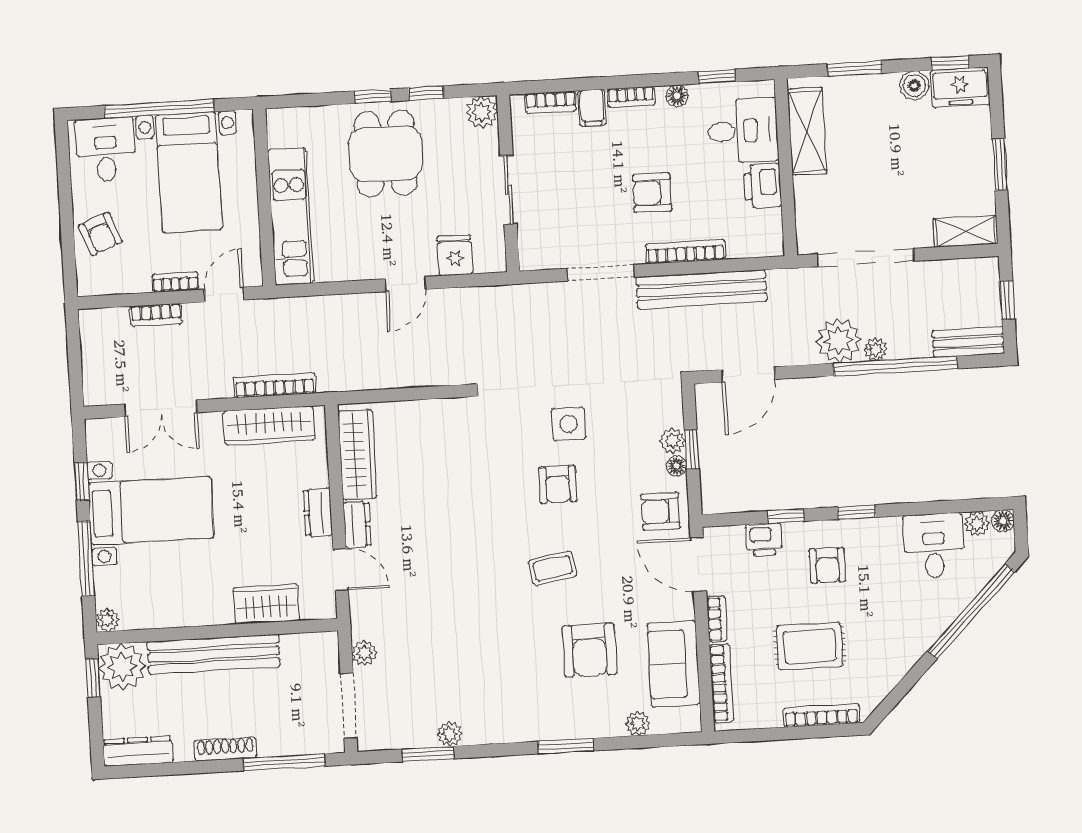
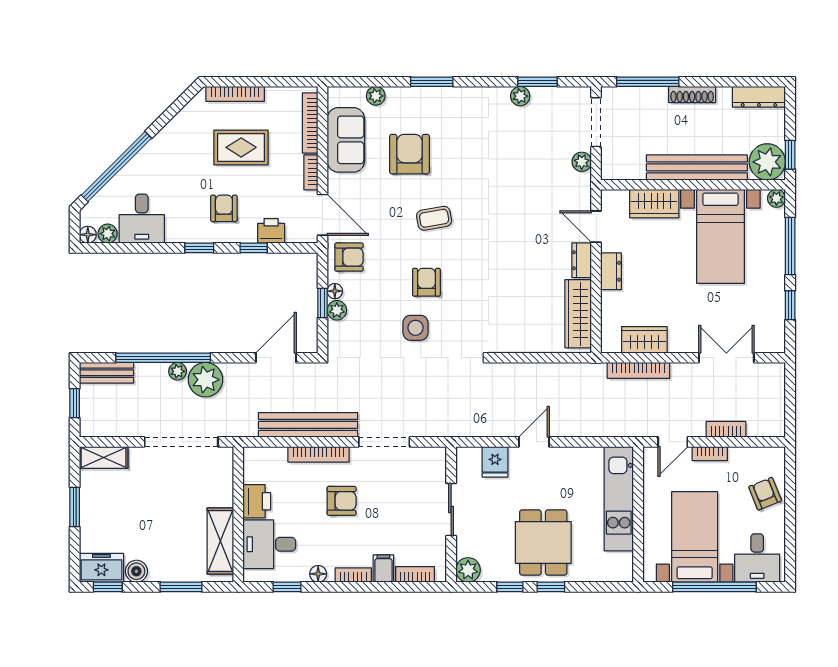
wardrobe: (269, 426) -> (644, 340), width x0.67
bed with nightstands: (151, 511) -> (720, 236), moved, turned -90

